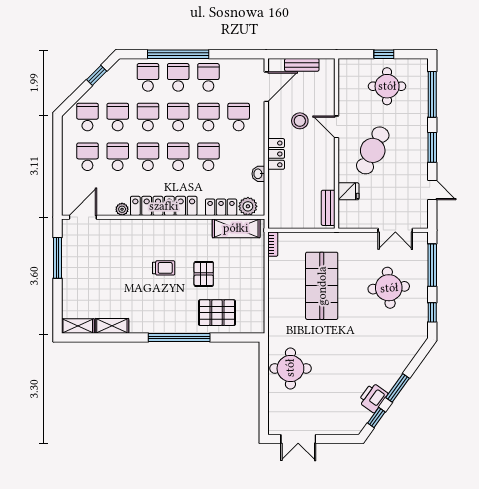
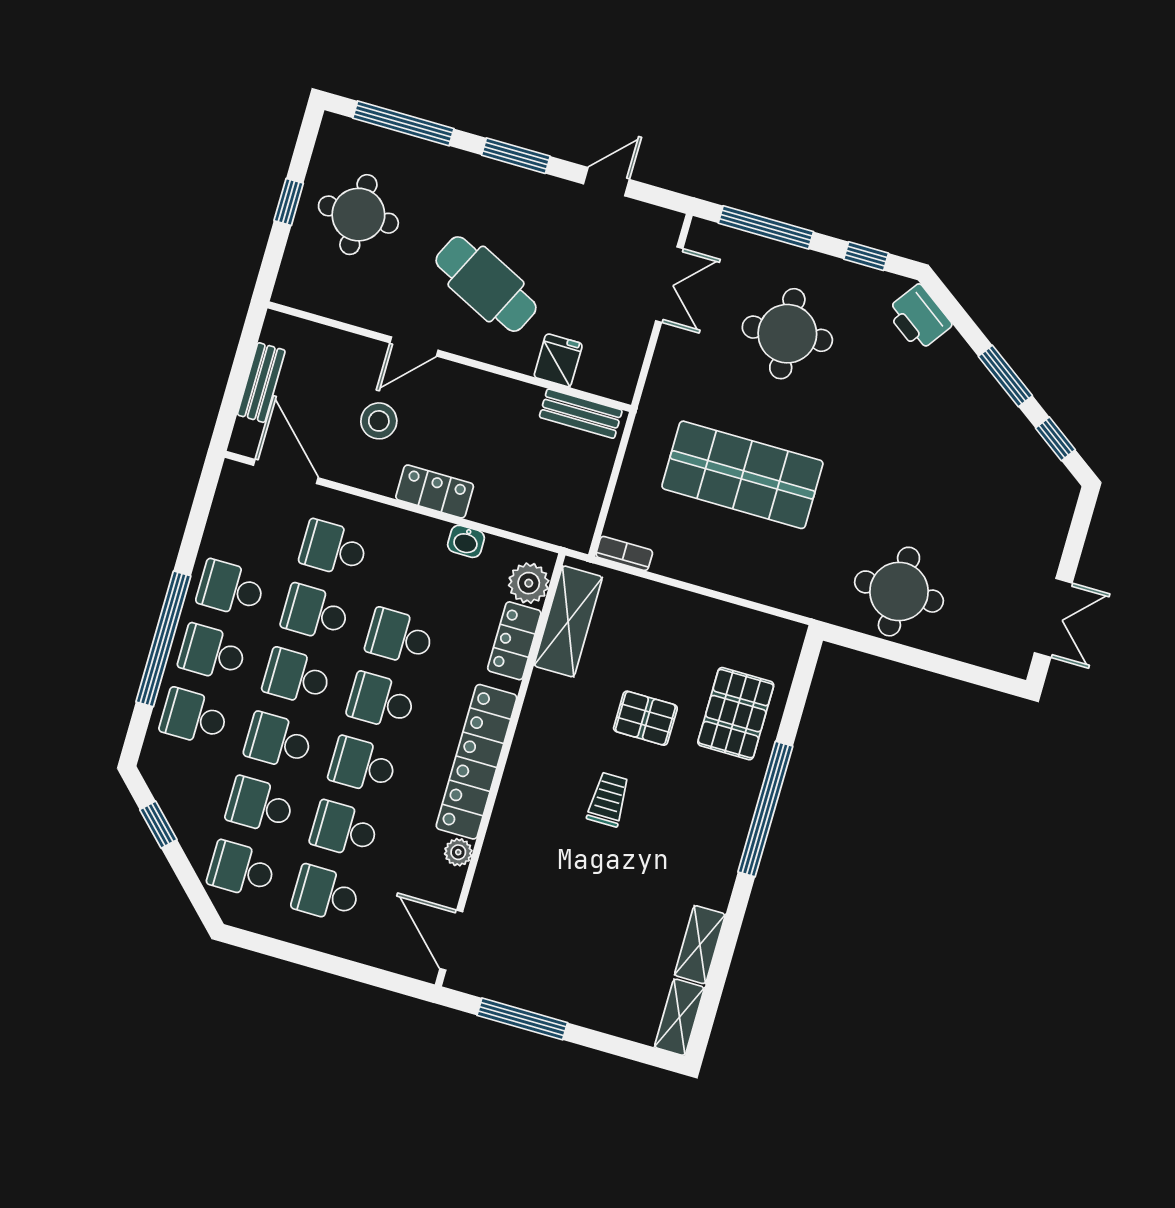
printer: (373, 398) -> (919, 318), moved

